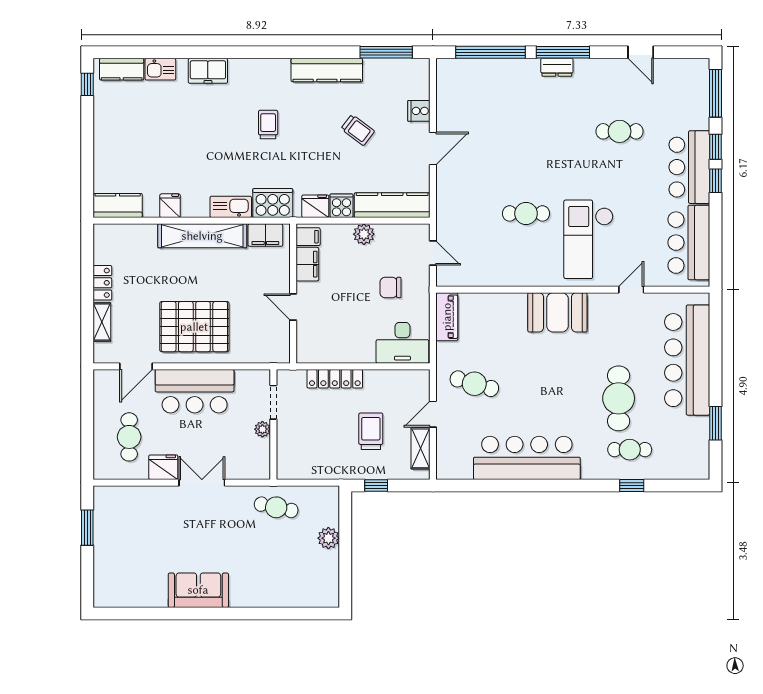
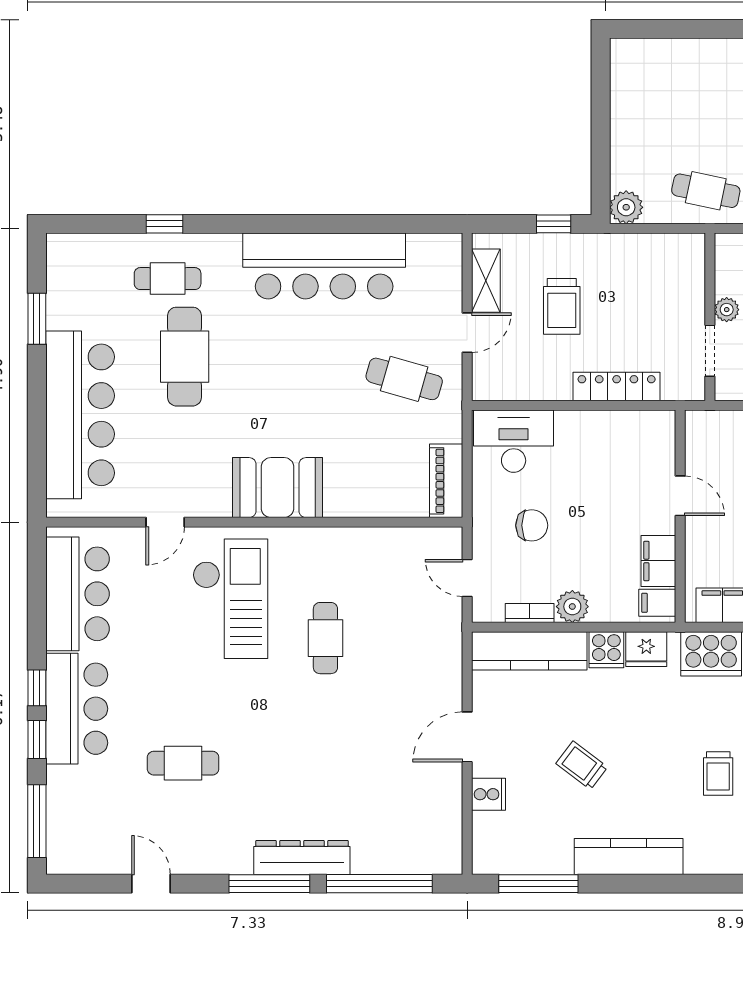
dresser: (557, 67) -> (302, 857), width x1.96, depth x1.24
cafe table: (526, 213) -> (325, 638), turned 90
bookcase: (392, 230) -> (530, 613), added
plant: (328, 538) -> (626, 207), moved

